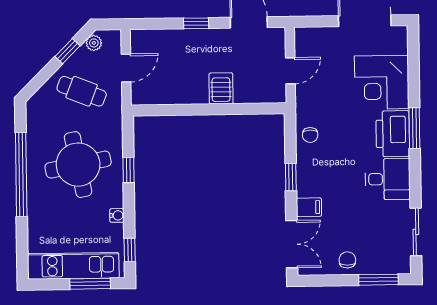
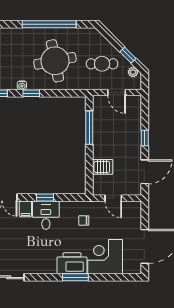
server rack: (221, 88) -> (103, 167), moved
cafe table: (82, 91) -> (102, 64), turned 69
window: (181, 110) -> (89, 128), added
chair: (310, 135) -> (84, 220), moved
window: (129, 170) -> (31, 93), moved
desk: (388, 179) -> (46, 215), moved, turned 180

